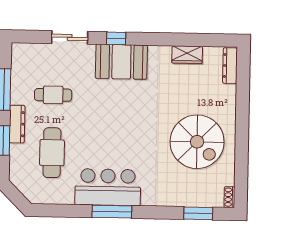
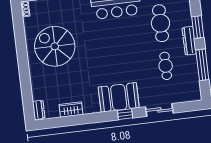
dresser: (230, 66) -> (39, 110), width x0.70
cafe table: (53, 95) -> (166, 66), turned 90

